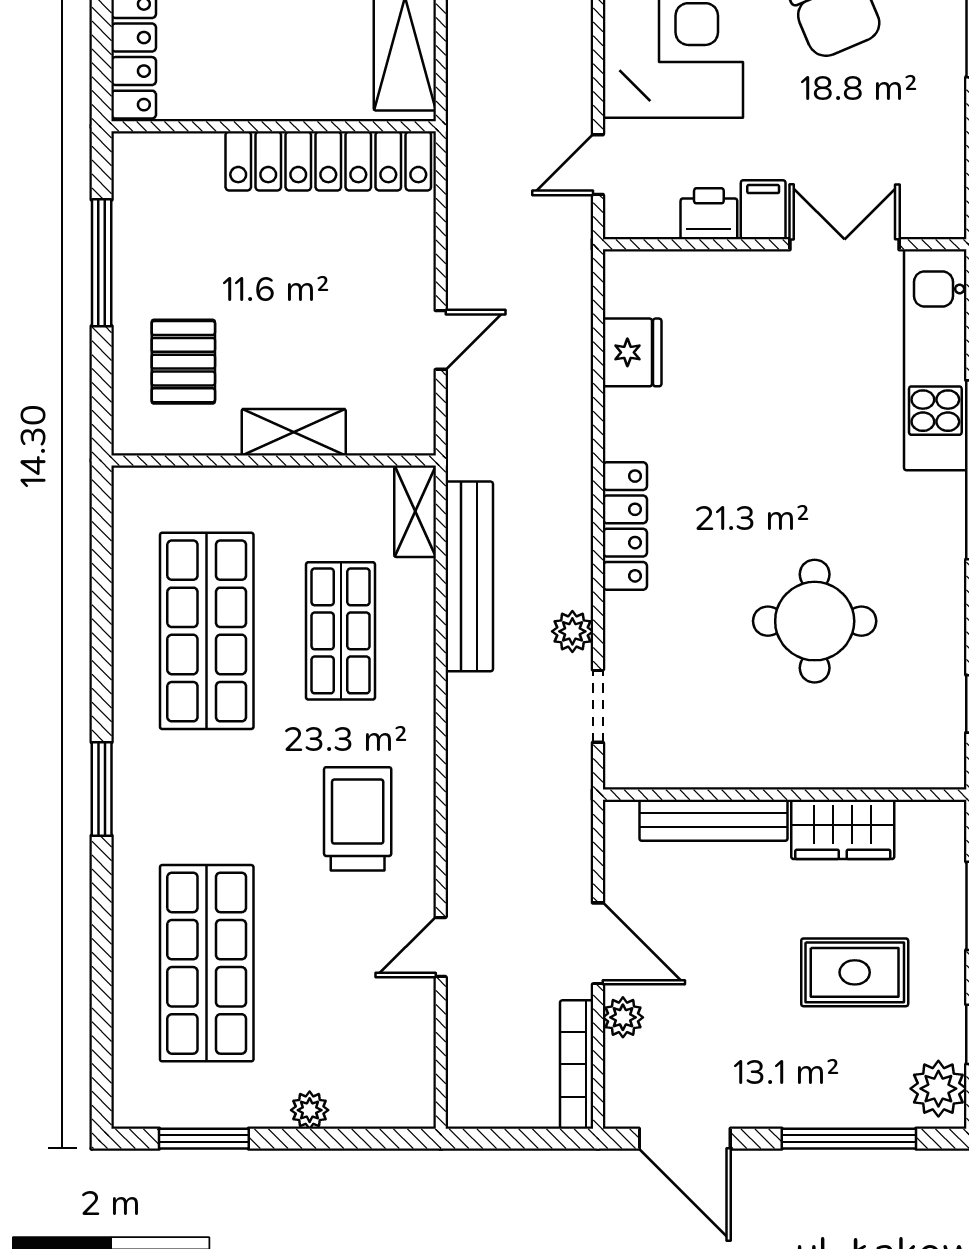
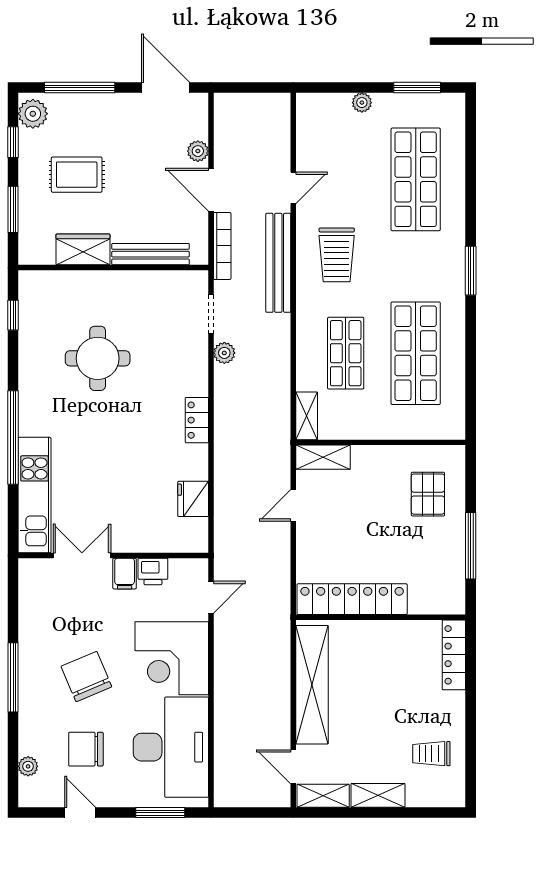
double door: (845, 244) -> (82, 556), swing flipped
shelving: (294, 432) -> (323, 457), moved
locker: (625, 526) -> (197, 420), width x0.66
bench: (469, 576) -> (278, 263), moved
bookcase: (577, 1064) -> (222, 246), moved

